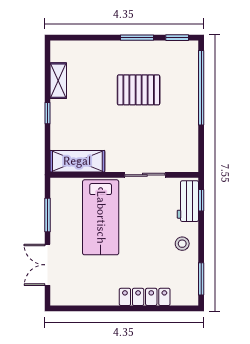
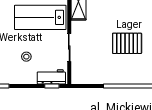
pallet: (139, 90) -> (127, 43), turned 90
stool: (182, 244) -> (26, 57), moved

